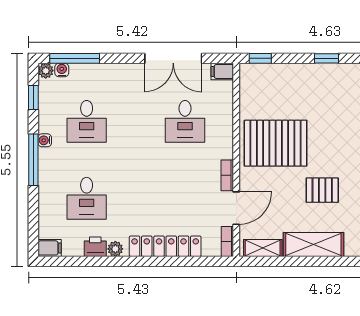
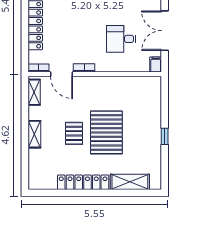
window: (260, 58) -> (165, 91), removed
pallet: (276, 143) -> (106, 132), moved
shelving: (313, 245) -> (34, 134), width x0.67, depth x0.75

